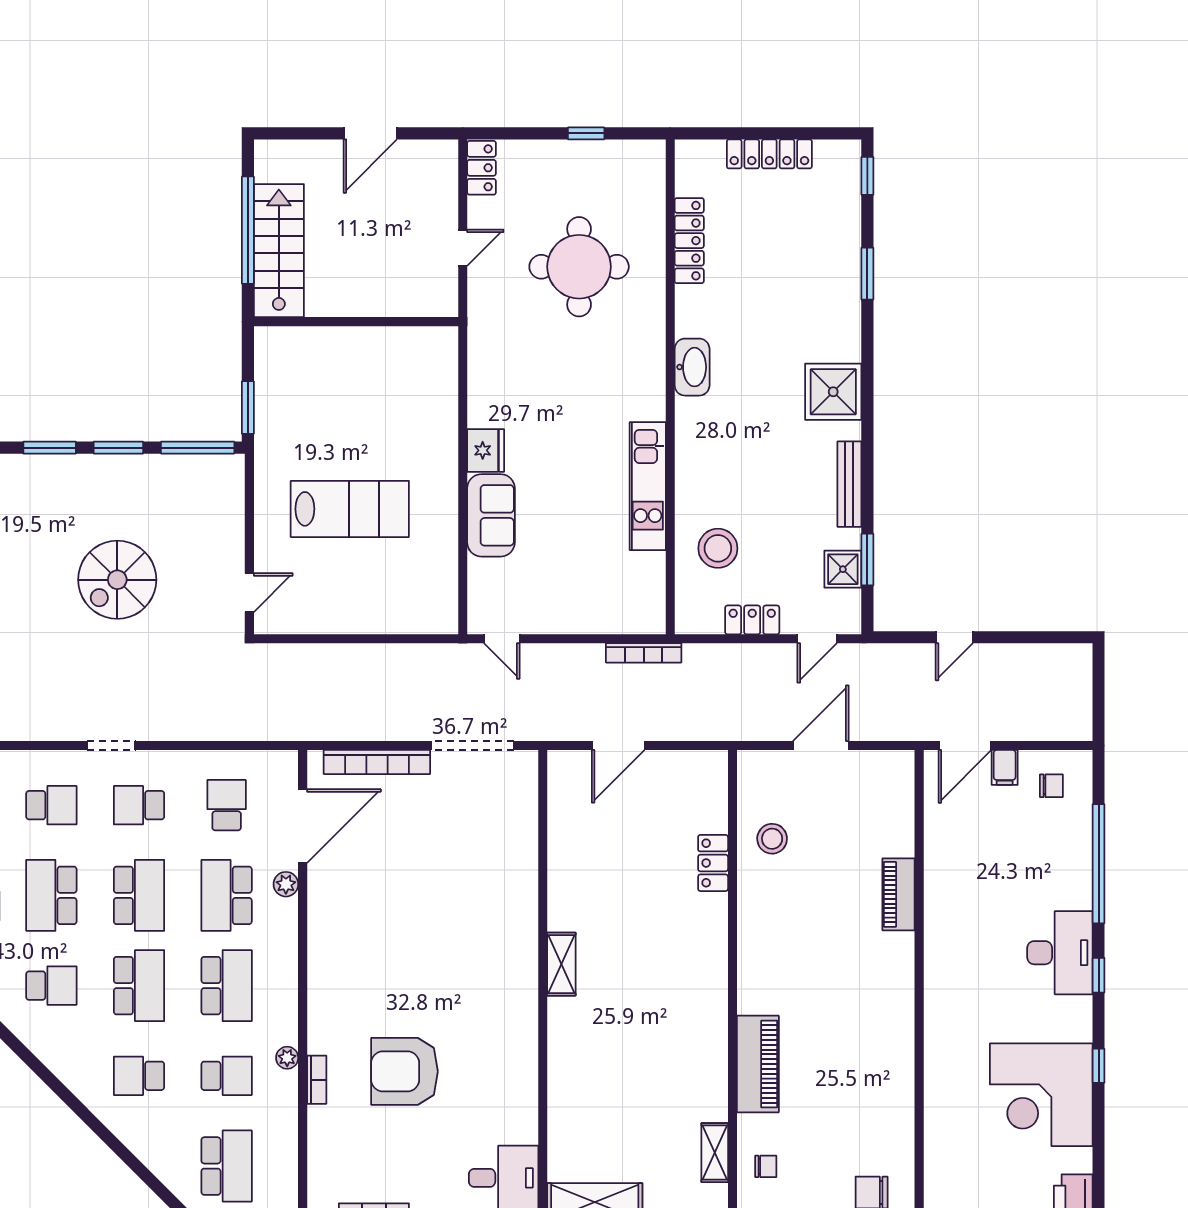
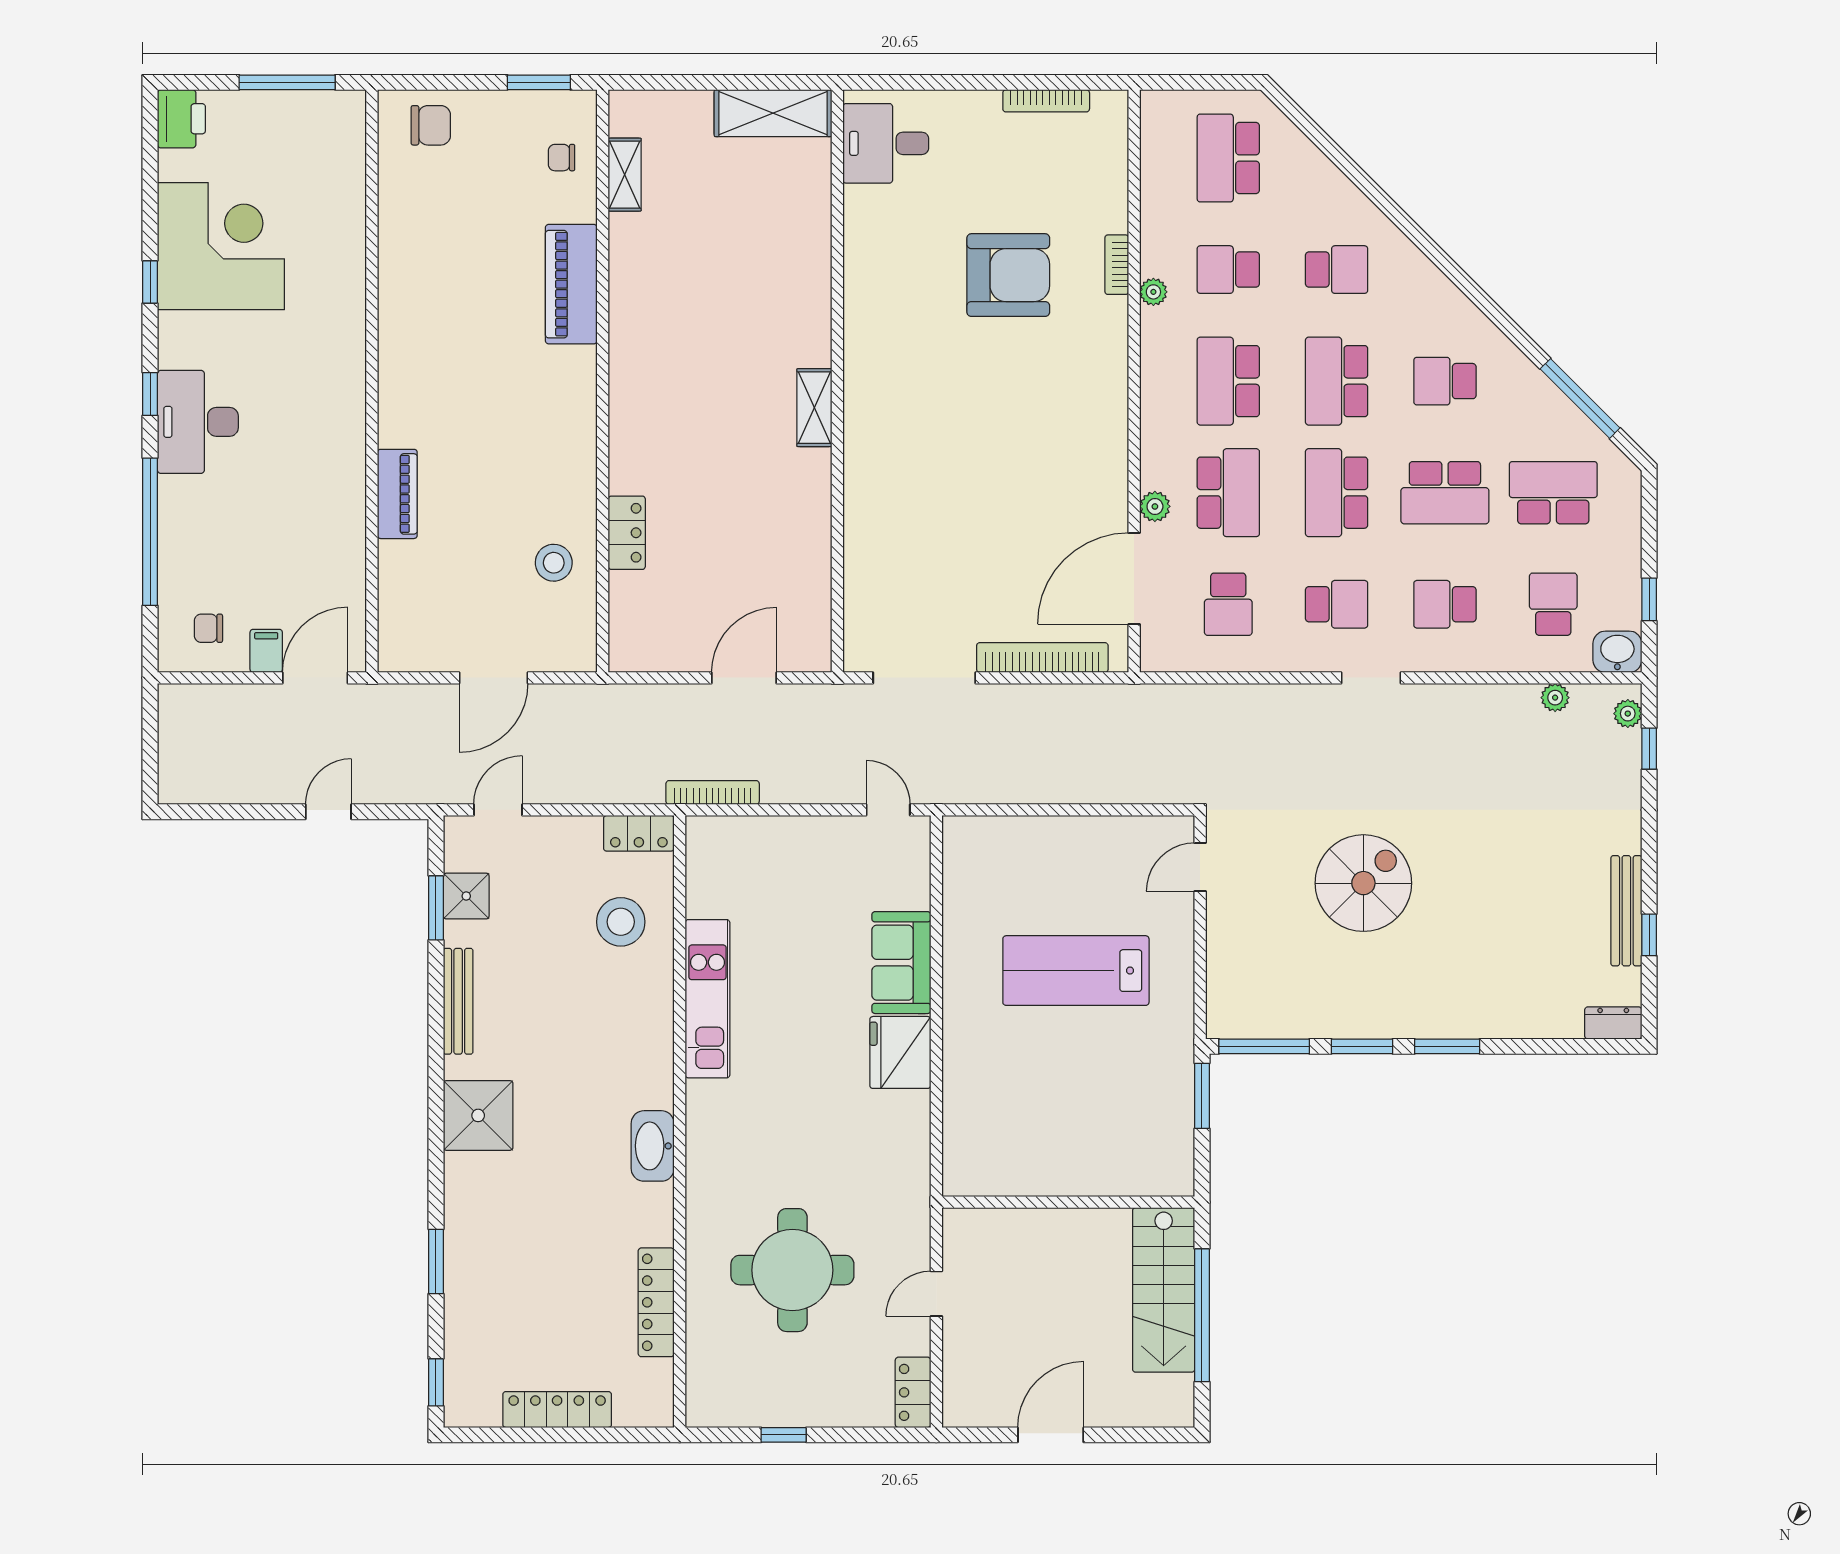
fridge: (486, 450) -> (900, 1052), width x1.36, depth x1.34
locker: (752, 620) -> (639, 833), moved
school desk: (51, 895) -> (1445, 493), turned 90

